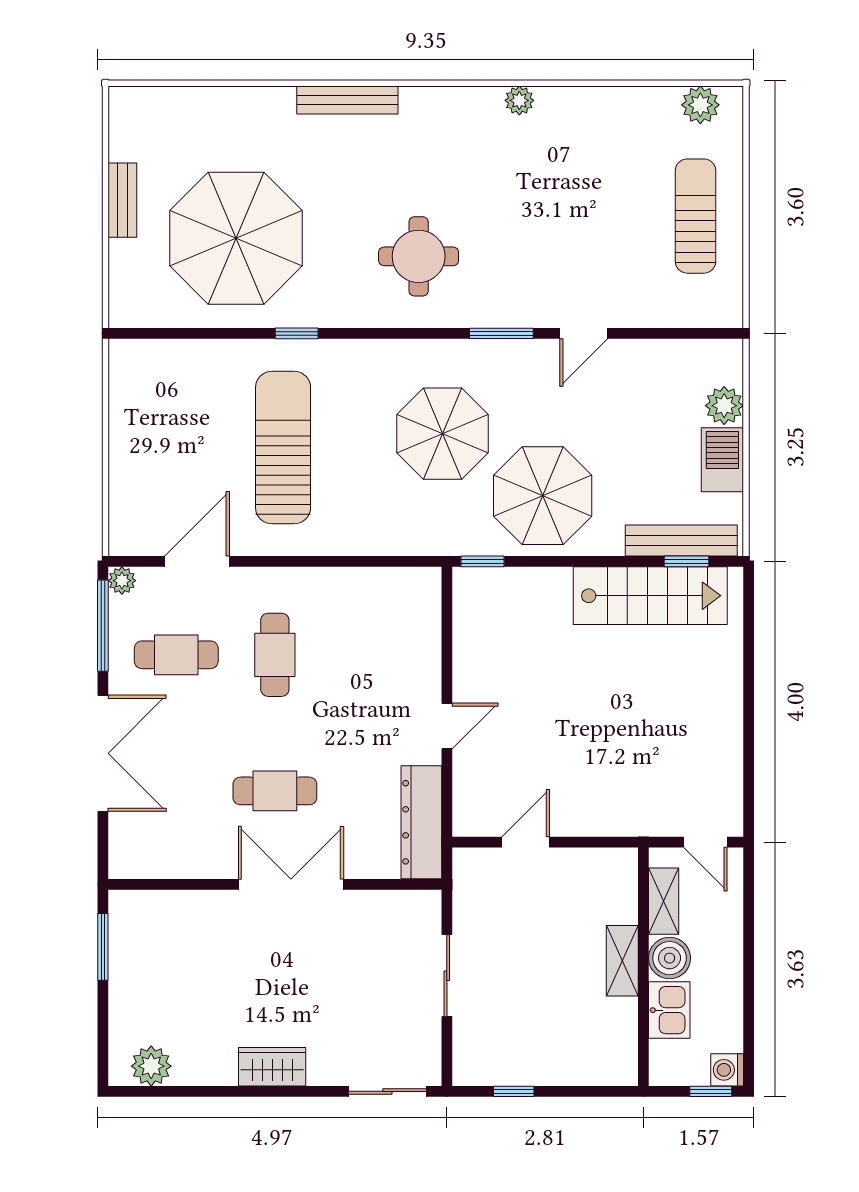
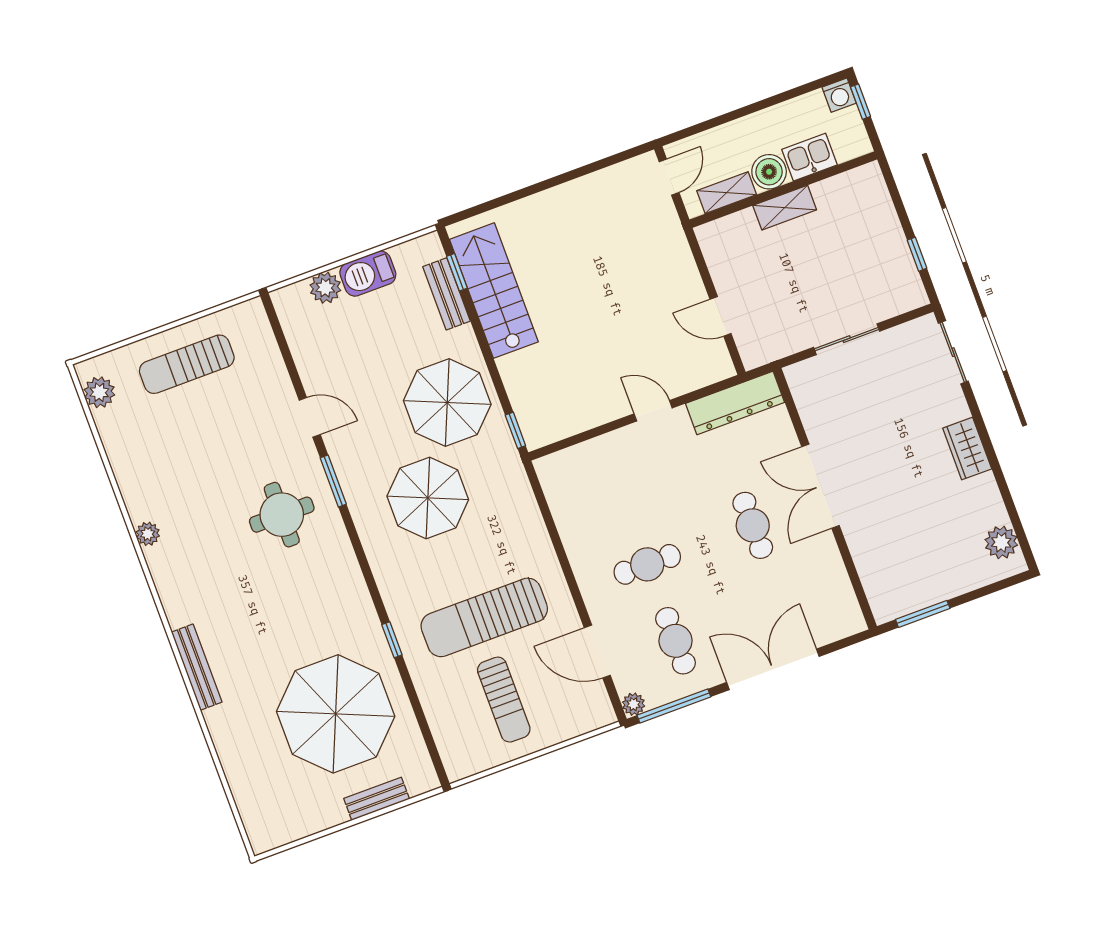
bench: (122, 200) -> (377, 799), moved
round table: (419, 256) -> (282, 515), moved
sun lounger: (182, 435) -> (504, 700), added
bench: (681, 541) -> (447, 294), width x0.73

